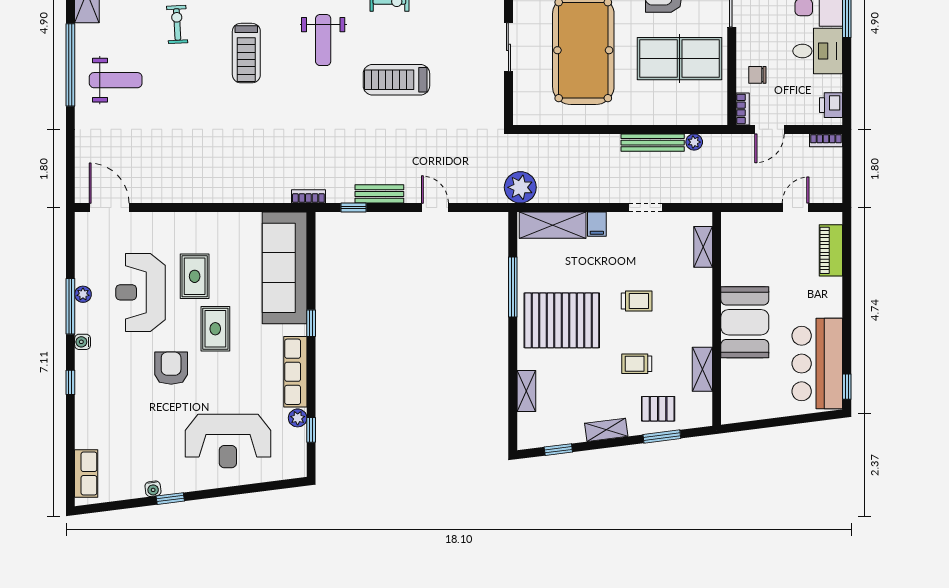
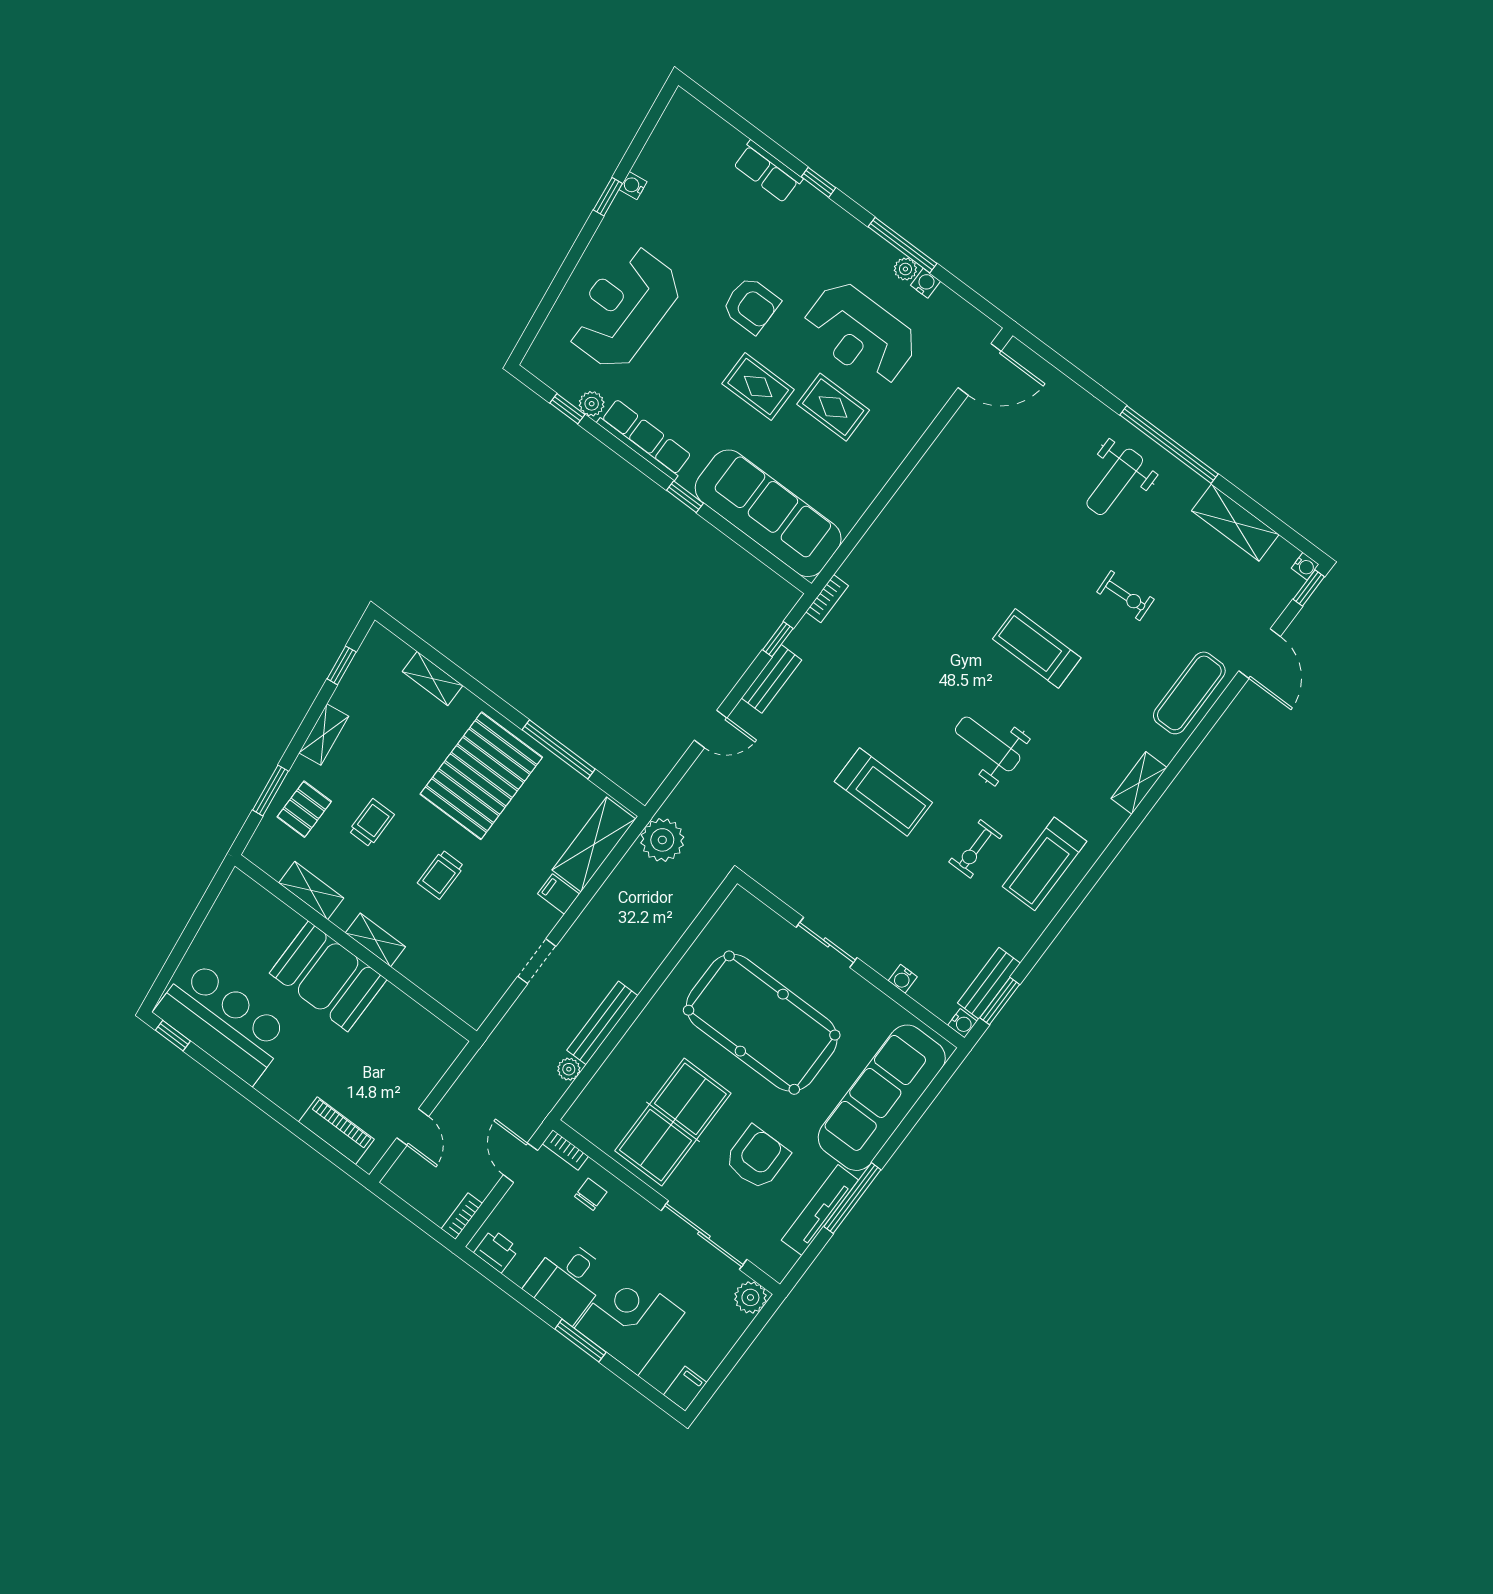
treadmill: (396, 80) -> (883, 792), turned 90
shelving: (703, 247) -> (375, 940), moved
reception desk: (140, 292) -> (860, 334), turned 180
water cooler: (83, 342) -> (925, 283), moved
row of seats: (86, 474) -> (768, 172), moved

